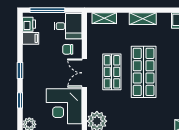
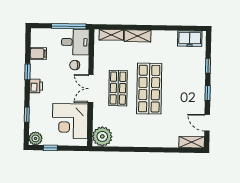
window: (47, 10) -> (69, 26), moved
shelving: (143, 19) -> (138, 36), moved
printer: (29, 24) -> (36, 86), moved
window: (20, 71) -> (27, 72), moved

